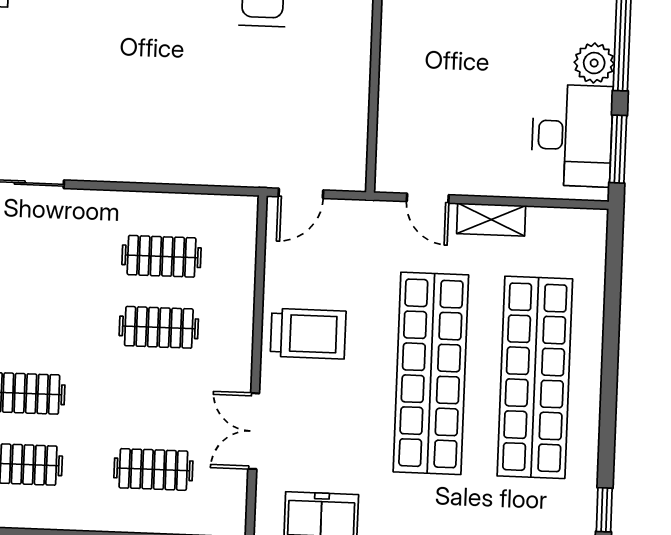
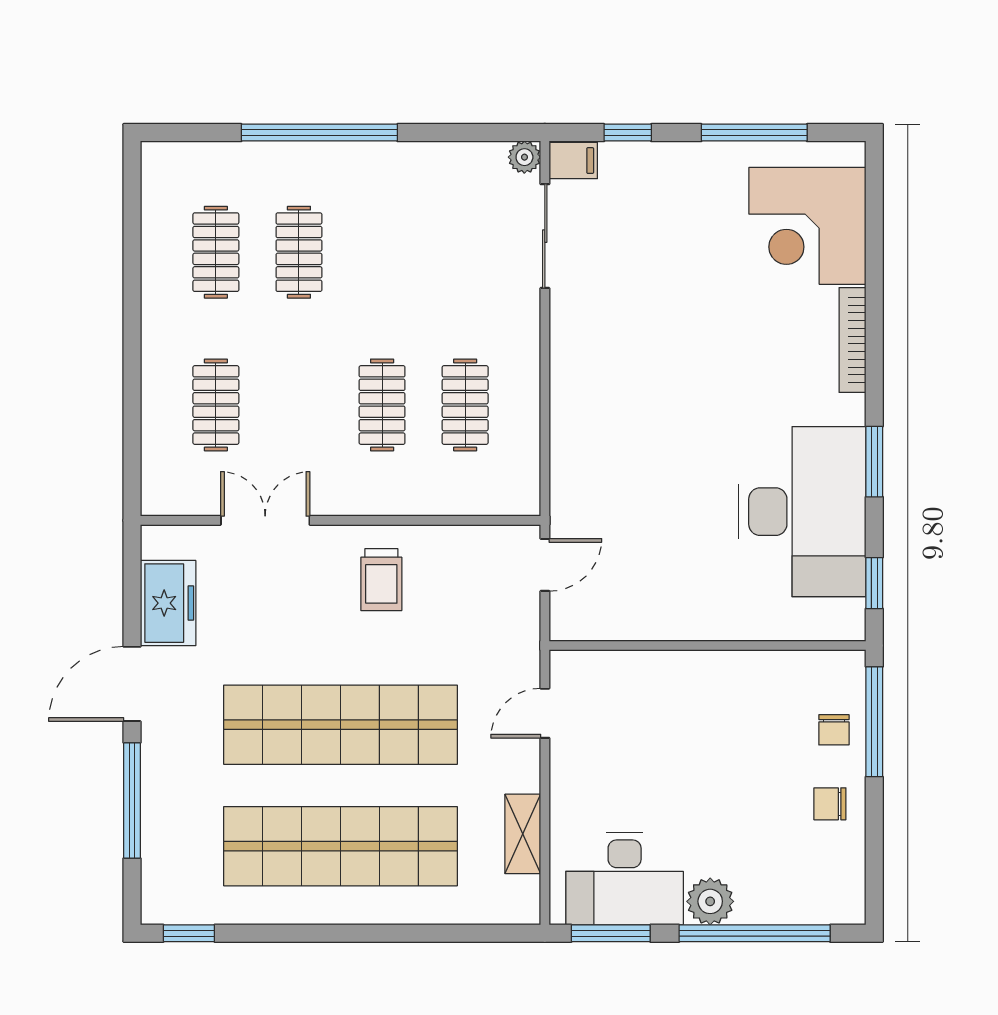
door: (301, 193) -> (545, 565), swing flipped
shelving: (491, 220) -> (523, 834), moved
trolley: (308, 334) -> (381, 580), width x0.73, depth x0.72

